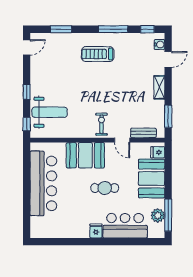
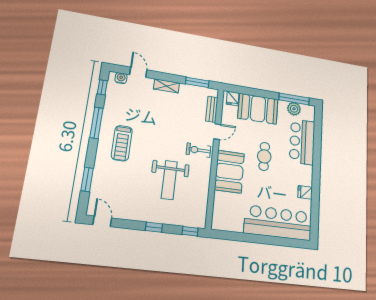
weight bench: (50, 112) -> (169, 180), moved, turned 180
bar counter: (43, 183) -> (278, 223), moved
fridge: (96, 231) -> (305, 192), moved

